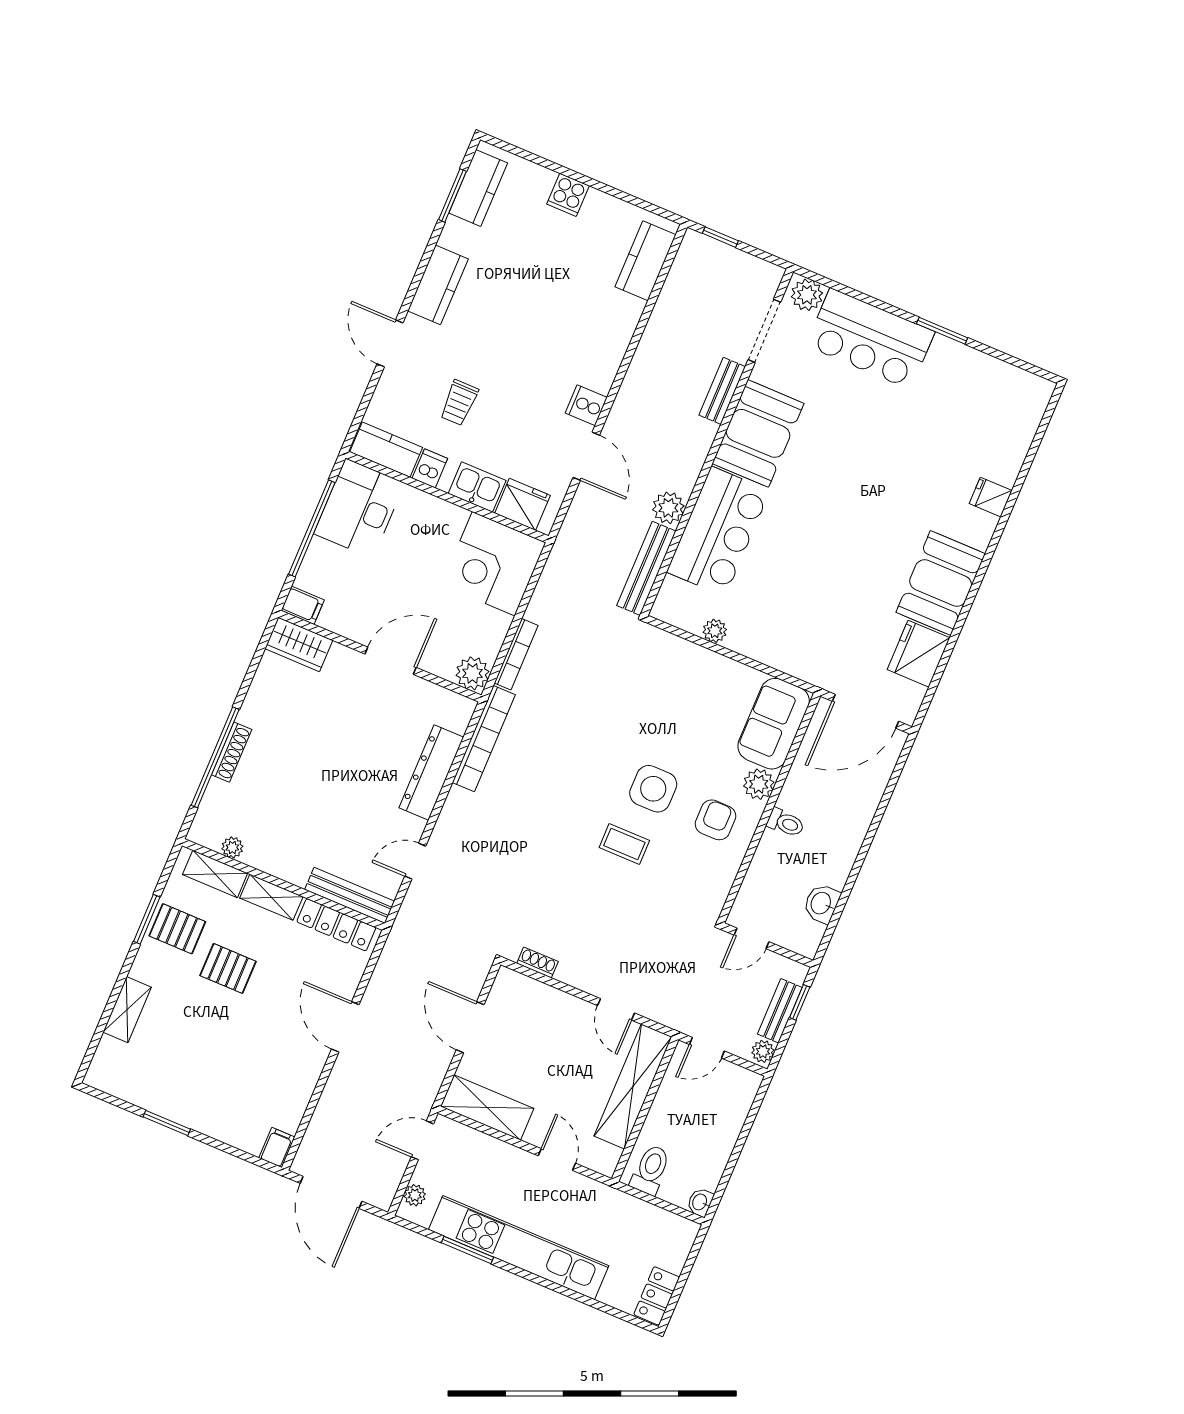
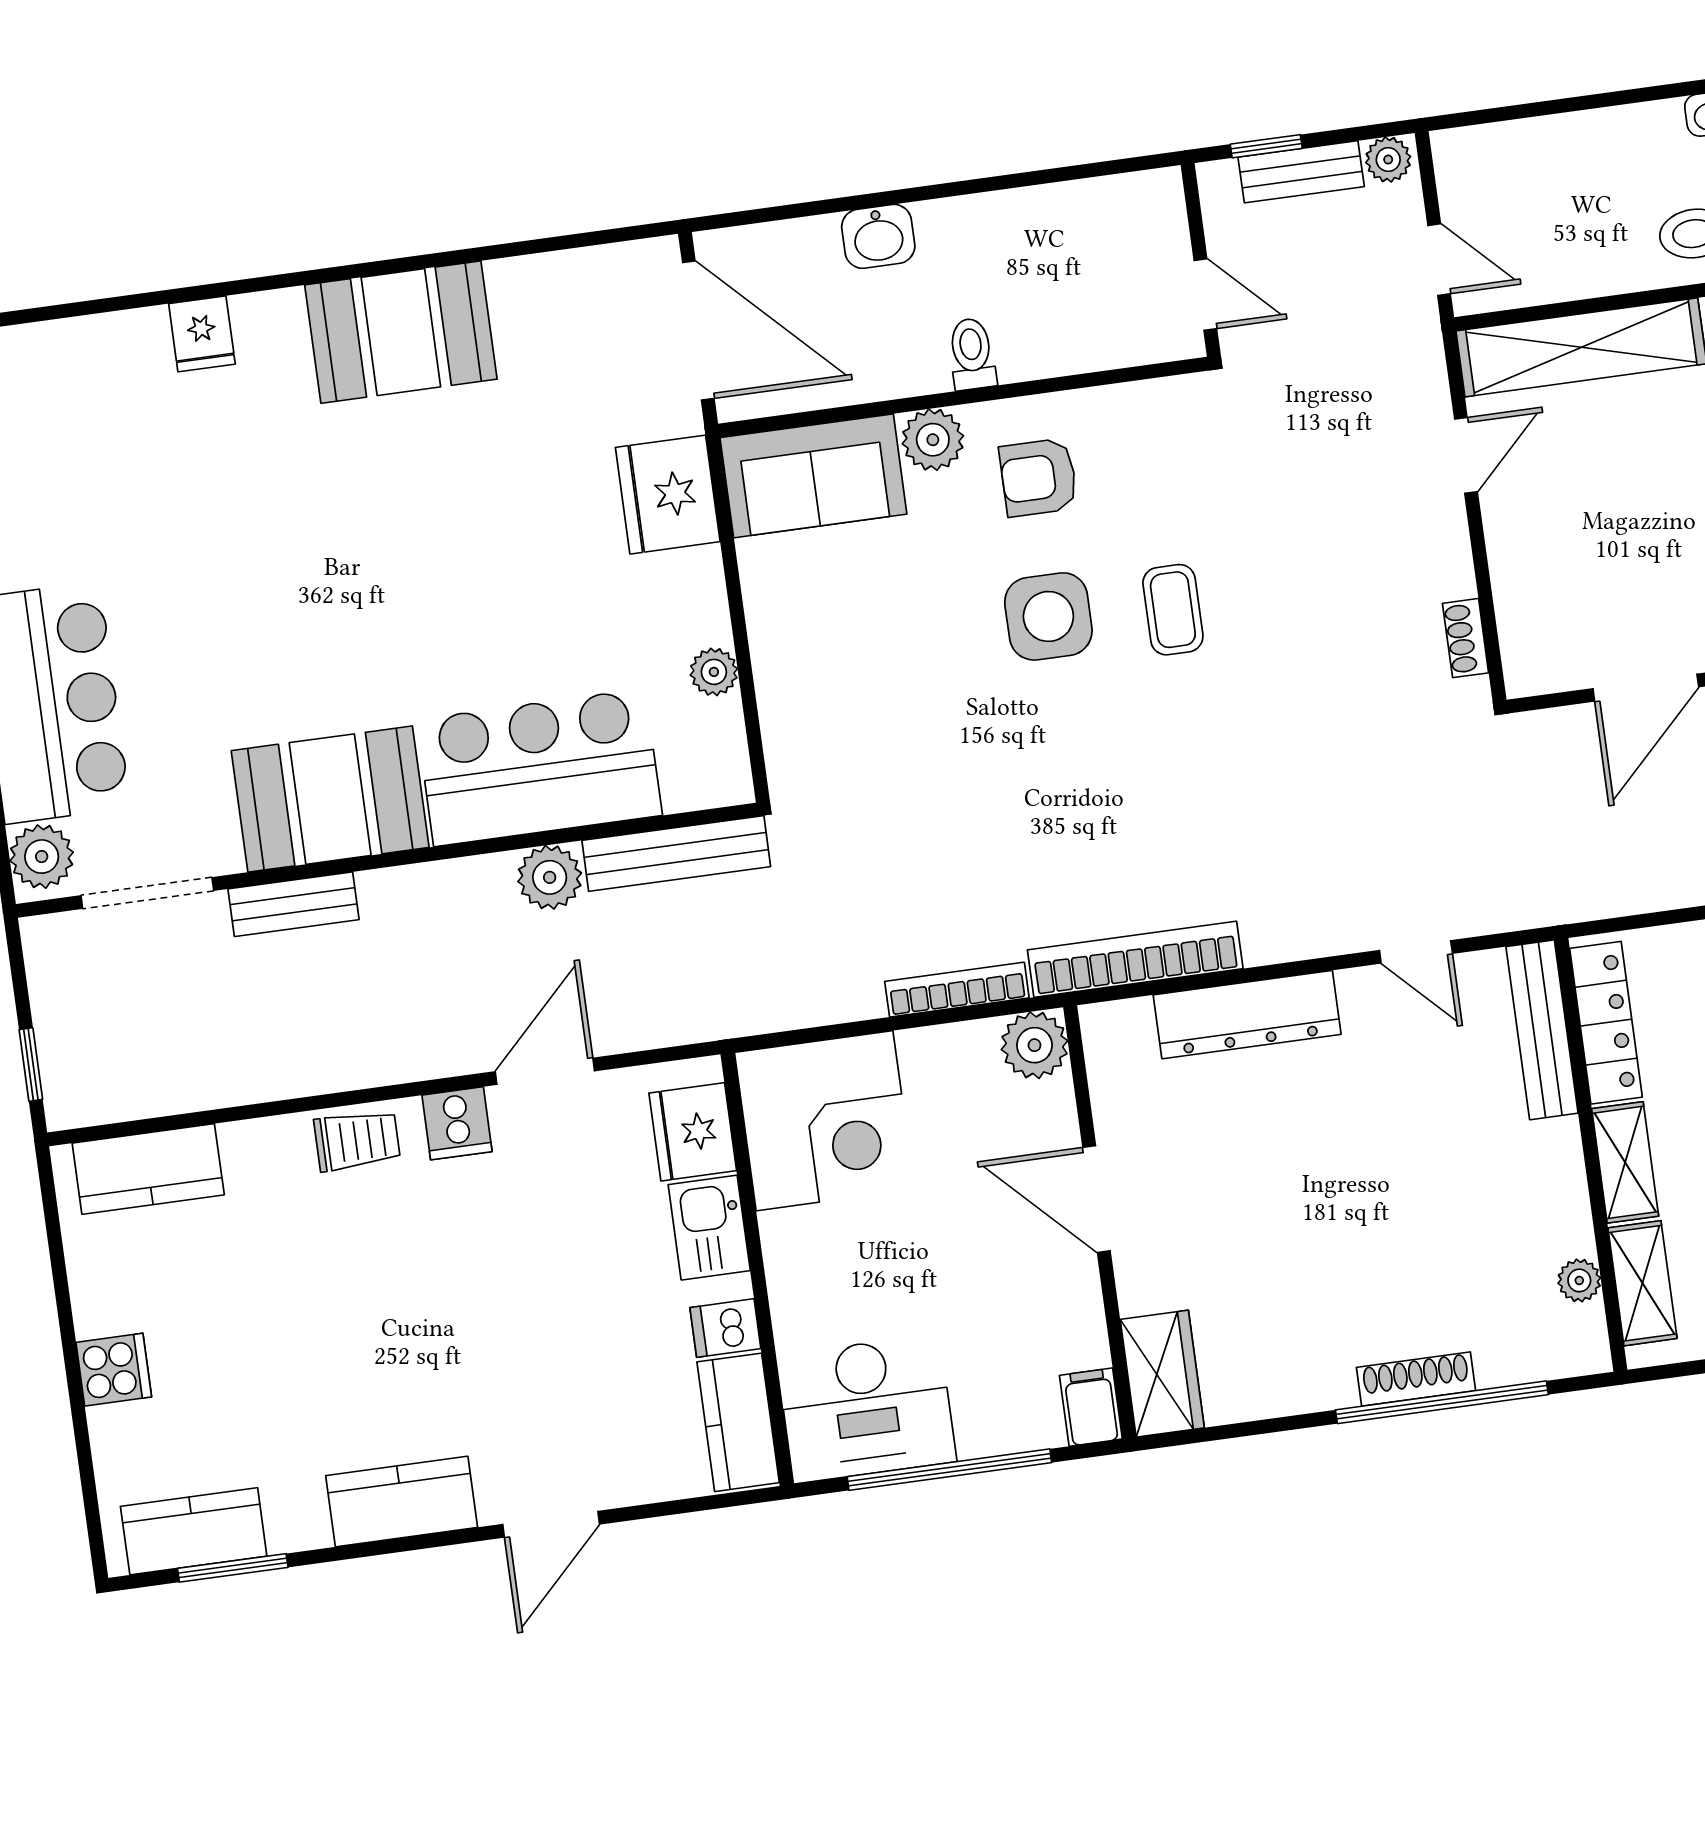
trolley: (459, 403) -> (357, 1140), moved
fridge: (919, 654) -> (668, 495), moved, turned 90
washbasin: (822, 903) -> (878, 236), moved

